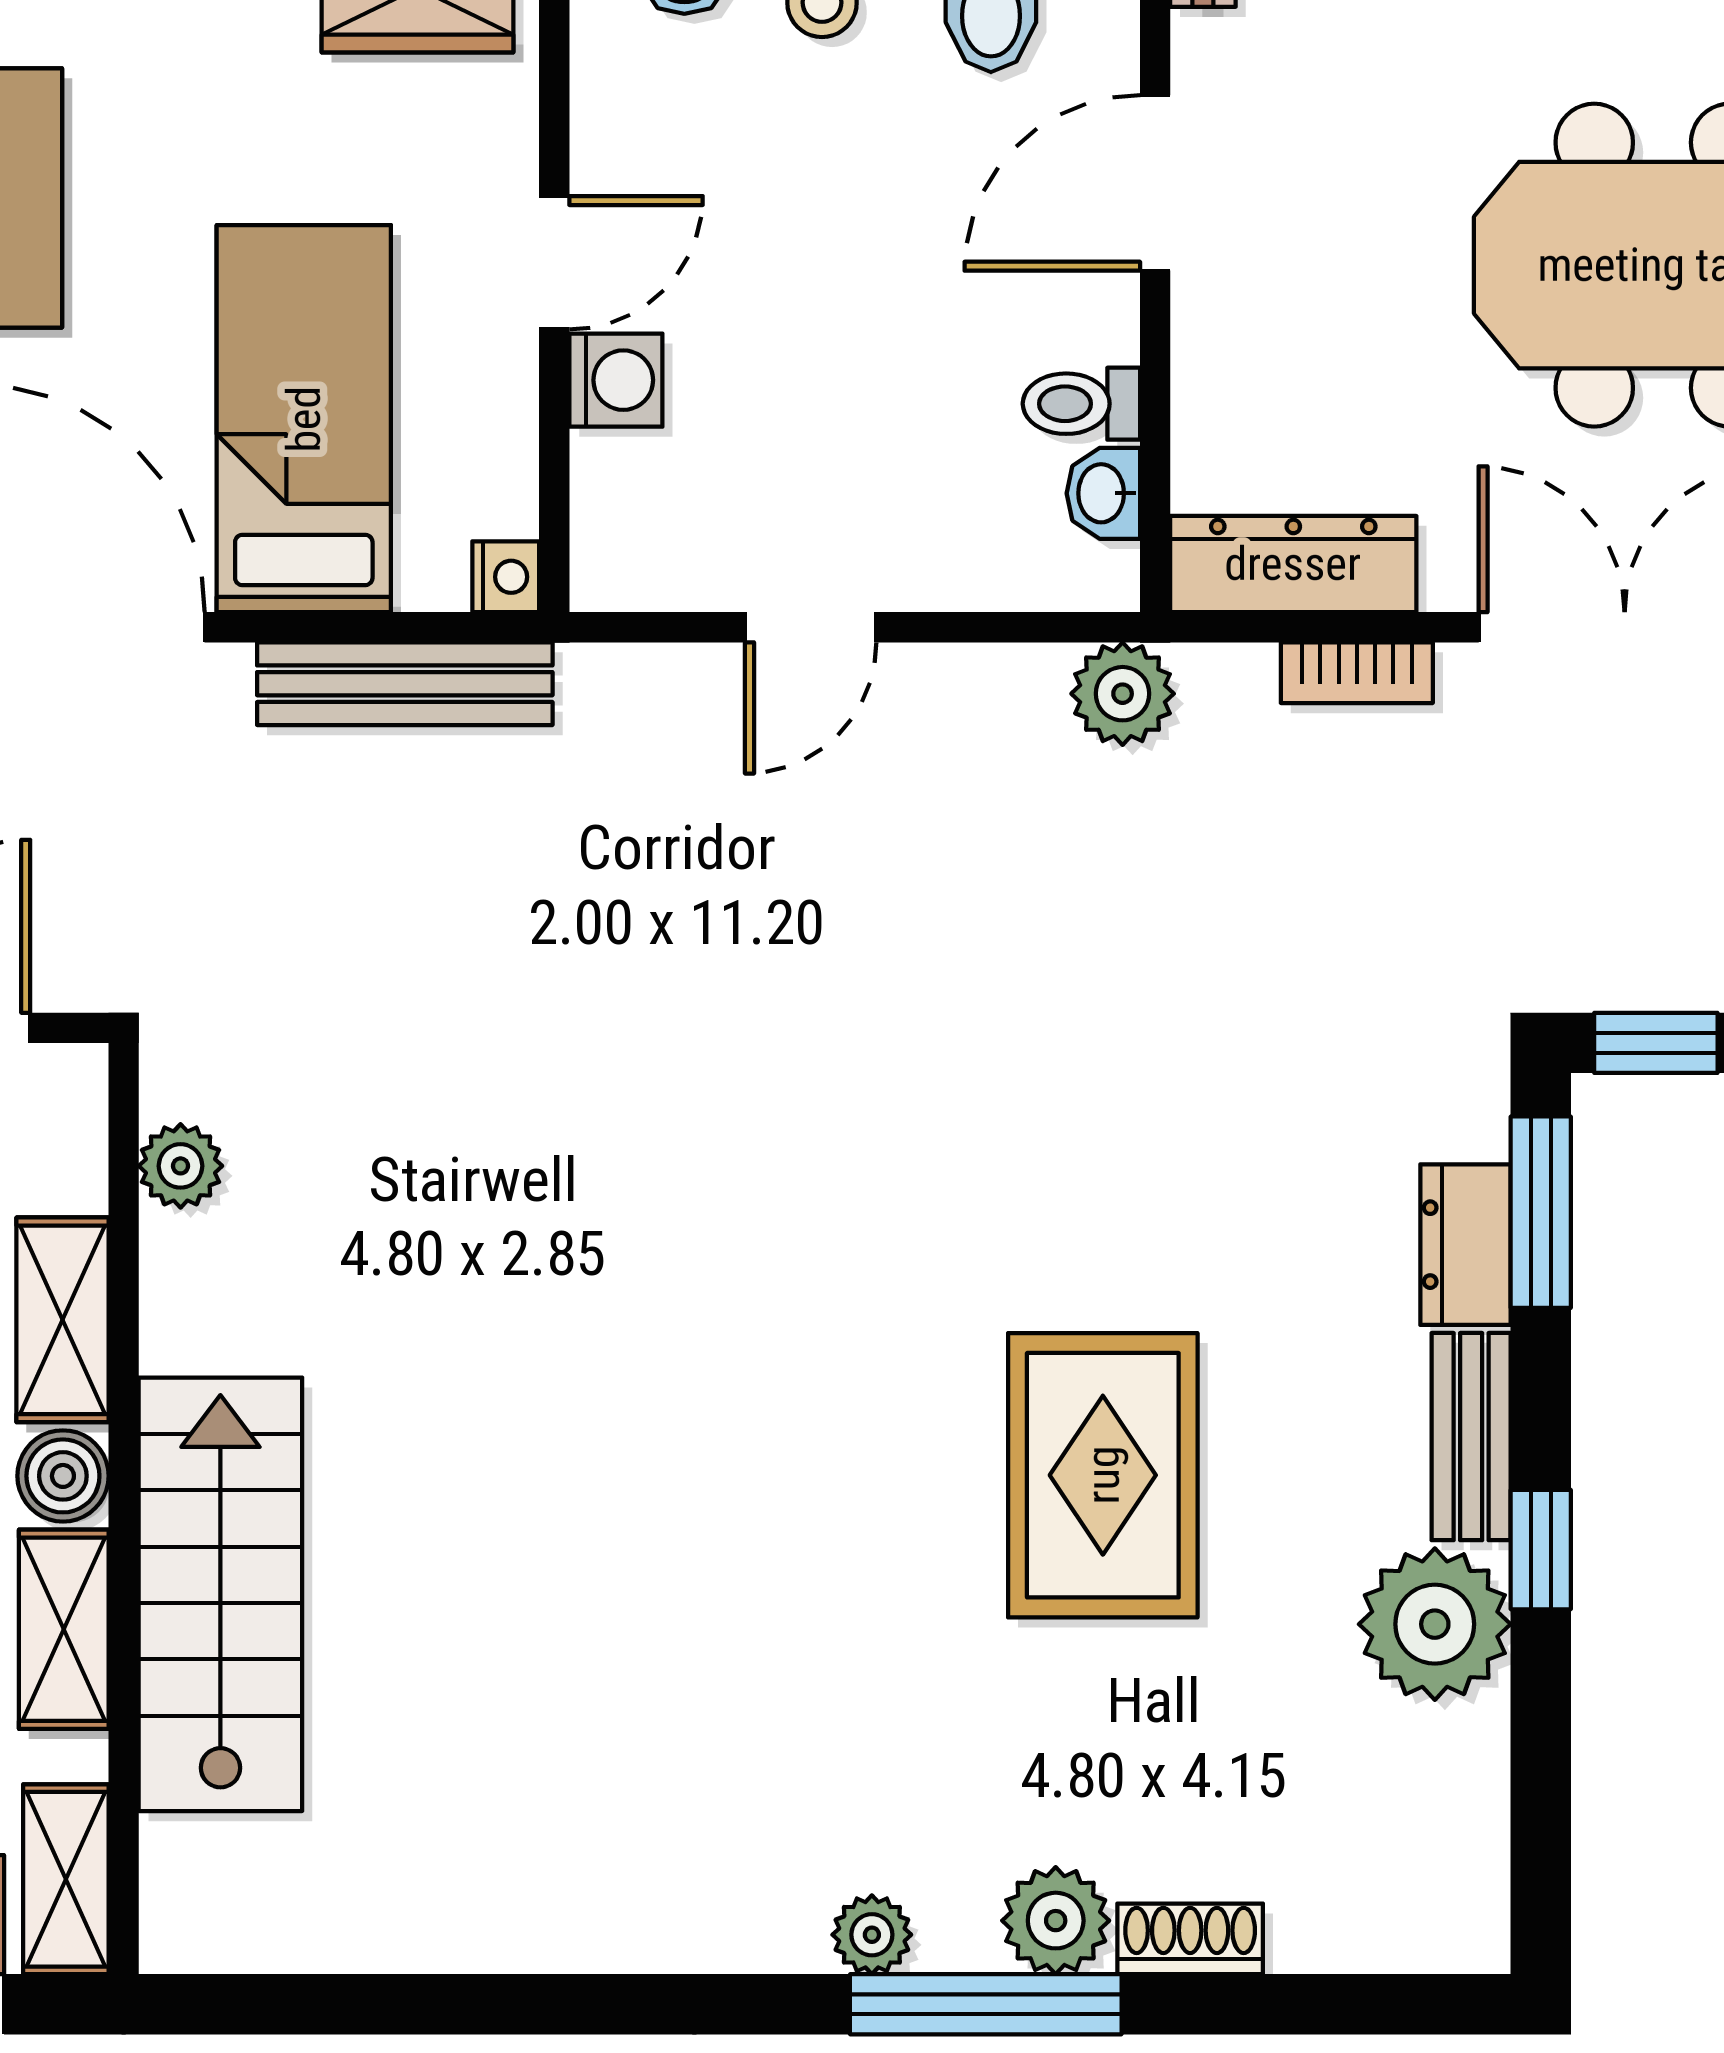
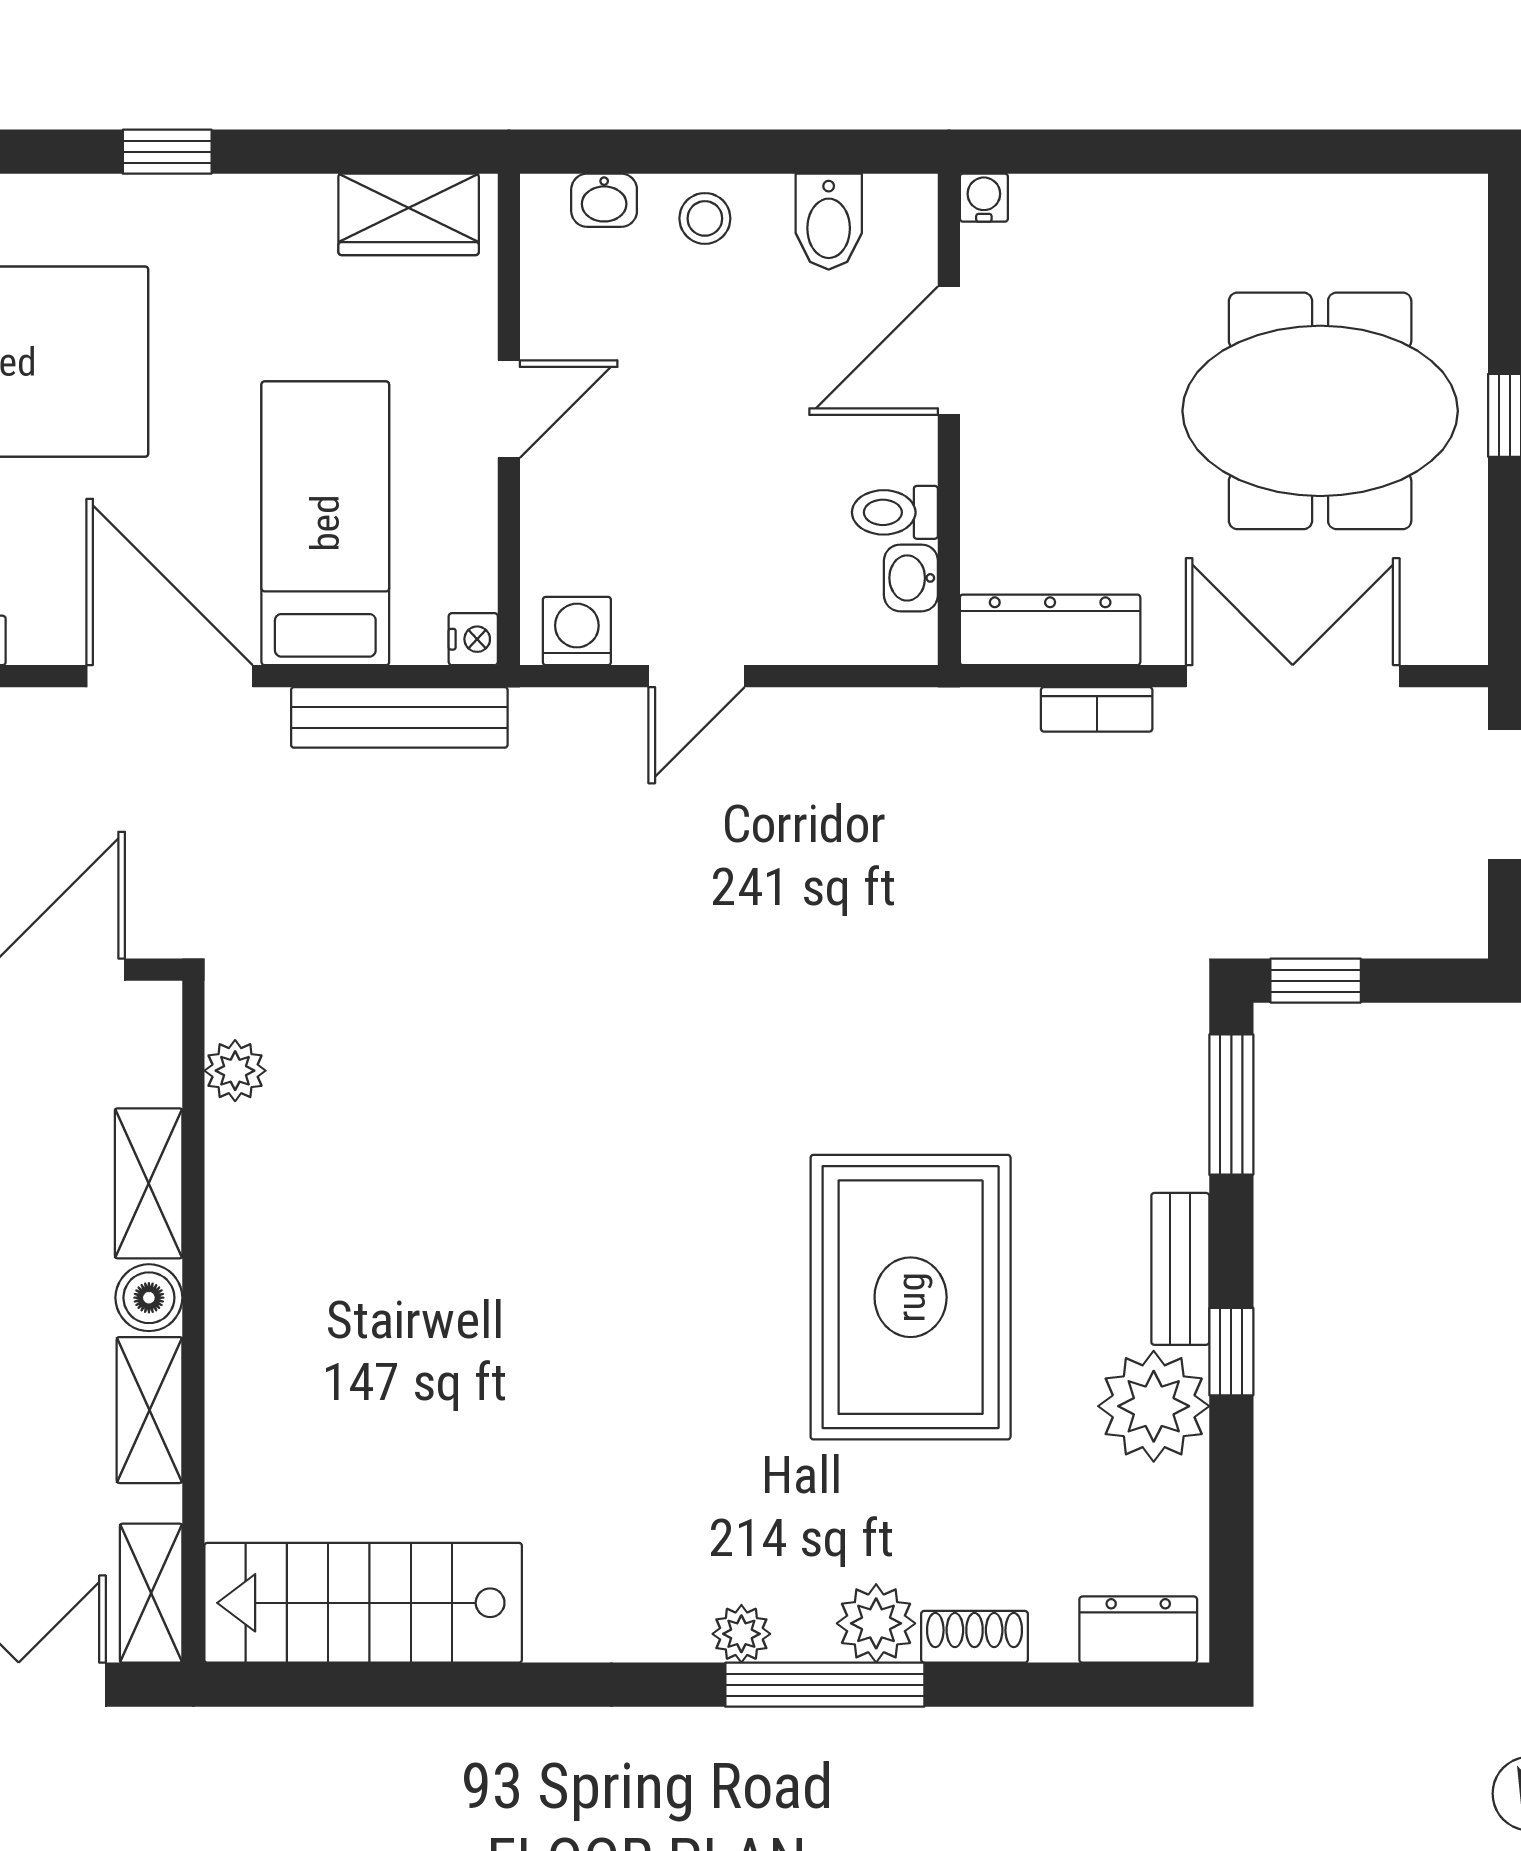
washing machine: (616, 380) -> (577, 631), moved, turned -90
plant: (1123, 694) -> (925, 725), removed
dresser: (1465, 1245) -> (1138, 1630), moved, turned 90
rug: (1103, 1475) -> (911, 1297), width x1.37, depth x1.44
stairs: (220, 1594) -> (363, 1603), moved, turned -90

